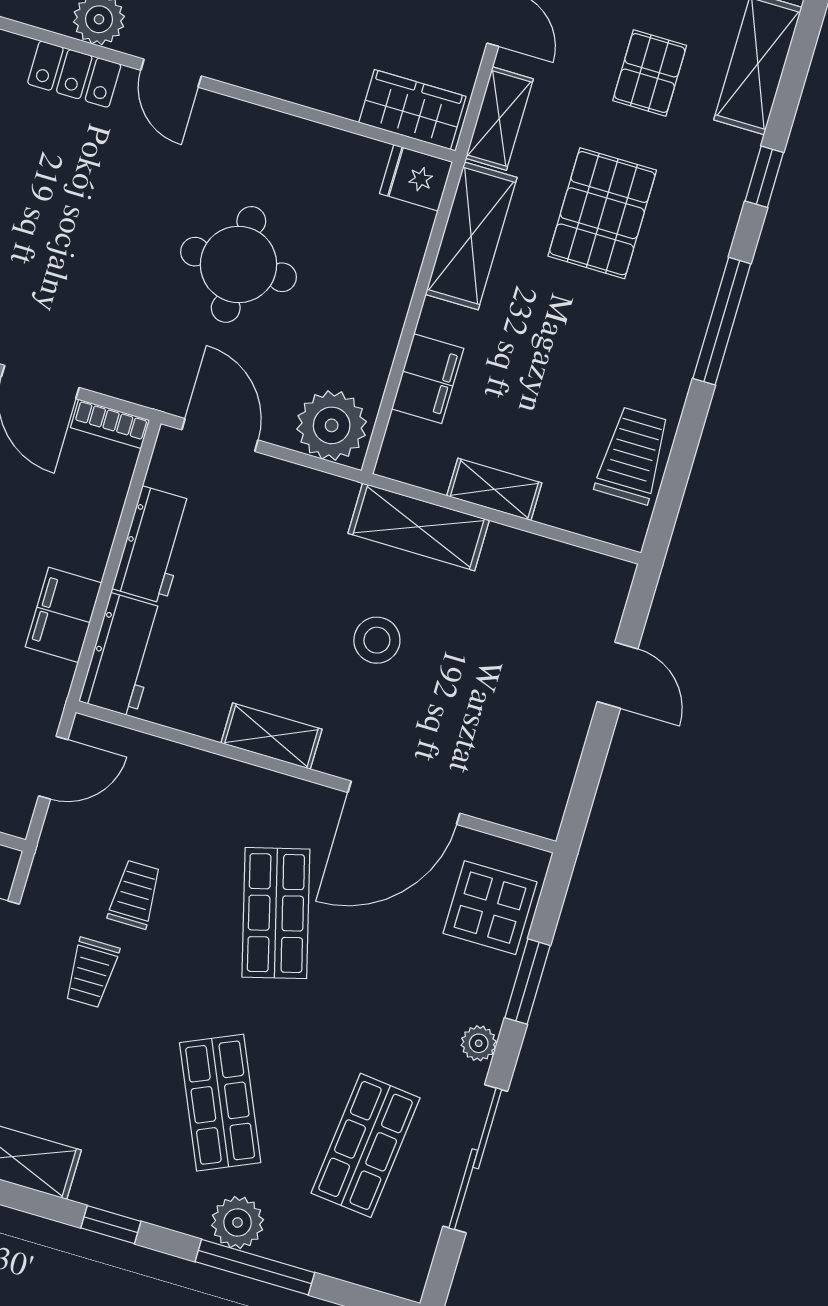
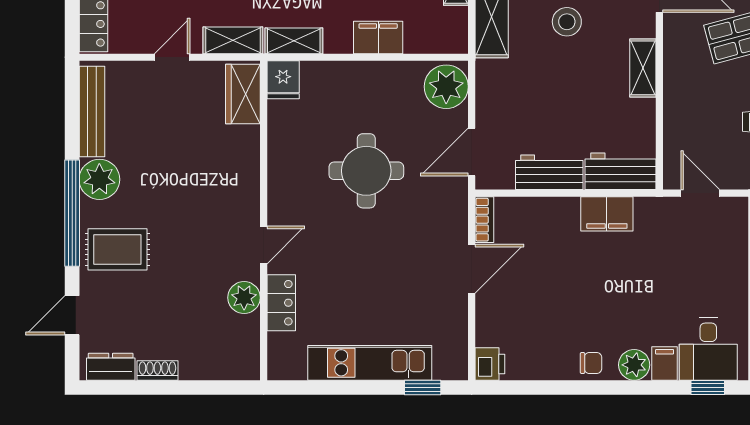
shelving: (471, 236) -> (294, 41), width x0.67, depth x0.75
filing cabinet: (428, 379) -> (378, 37), moved

